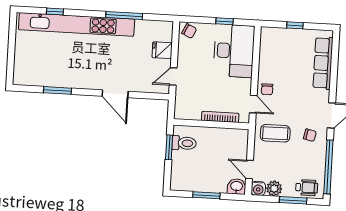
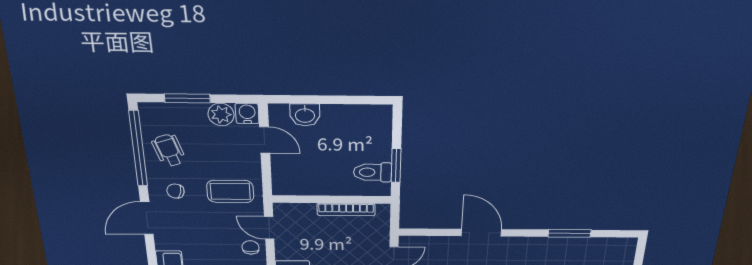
bookcase: (220, 117) -> (346, 210), moved
washbasin: (237, 186) -> (305, 115), moved
wheelchair: (307, 188) -> (169, 150), moved, turned 72
window: (206, 195) -> (331, 100), removed

